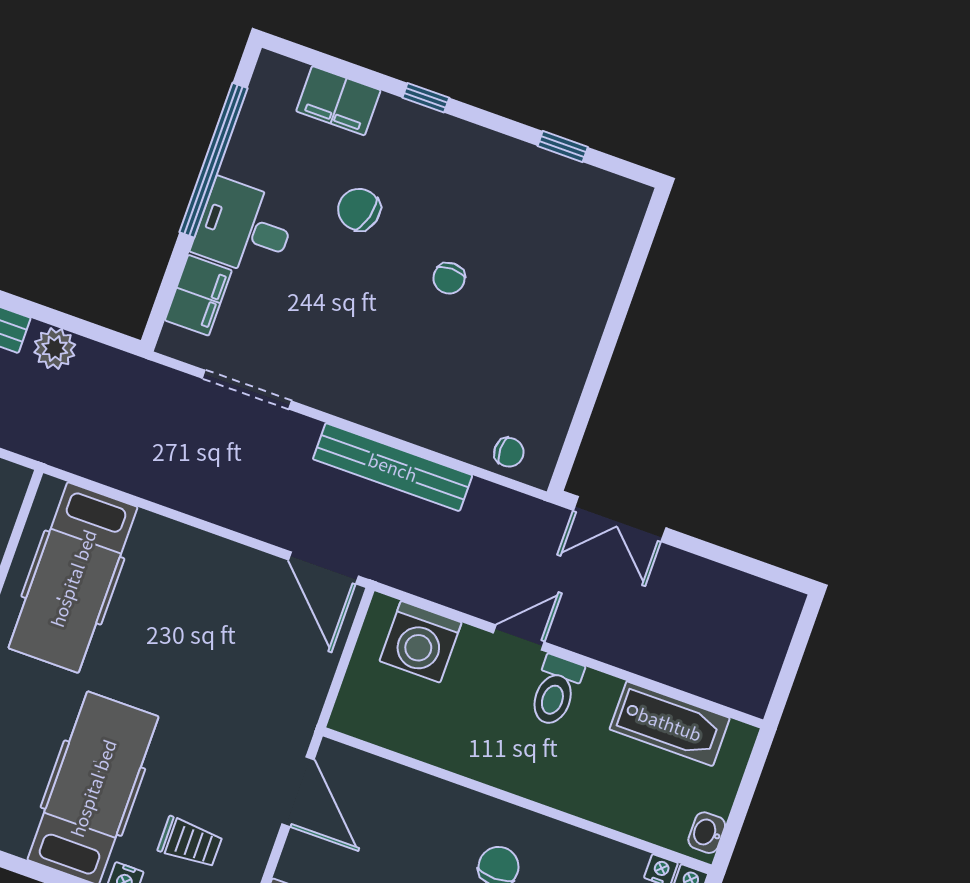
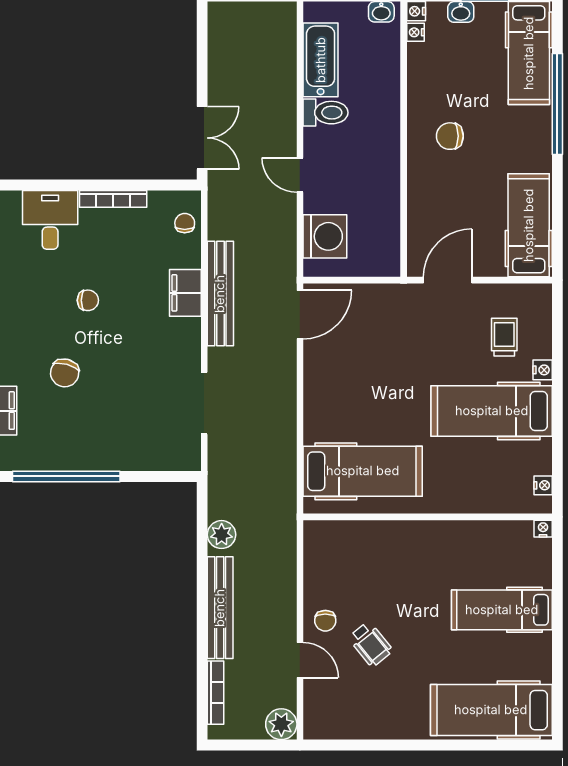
desk: (244, 228) -> (50, 220), moved, turned 180
filing cabinet: (198, 295) -> (185, 293), moved, turned -90
bookcase: (578, 364) -> (113, 199), added
toilet: (556, 691) -> (326, 113), moved

